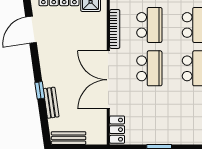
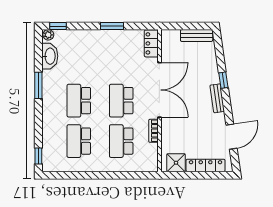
bookcase: (115, 29) -> (153, 131), width x0.64
bench: (51, 103) -> (217, 98), moved

